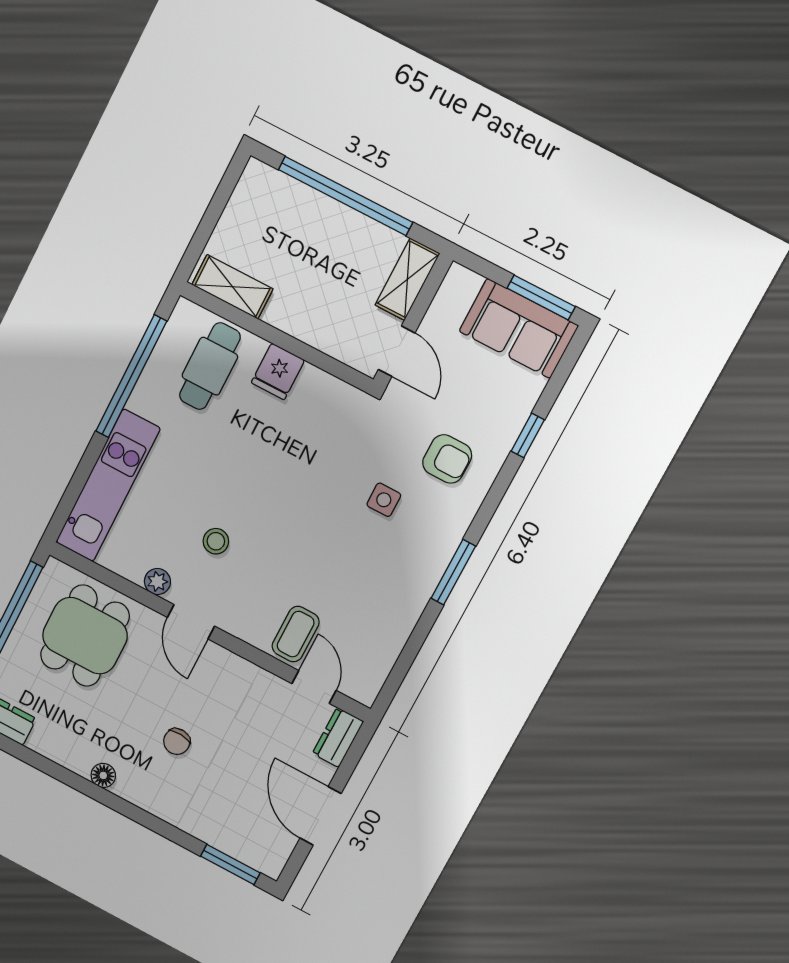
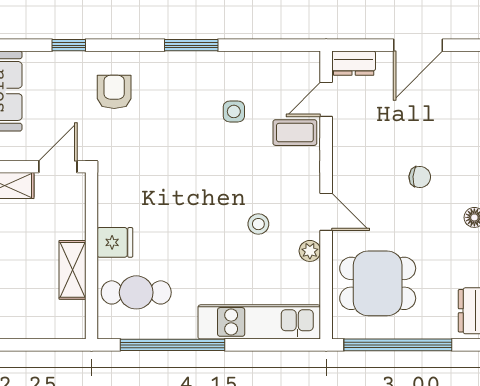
shelving: (232, 287) -> (72, 270), moved
side table: (384, 500) -> (234, 111), moved
door: (191, 622) -> (326, 212), hinge flipped

